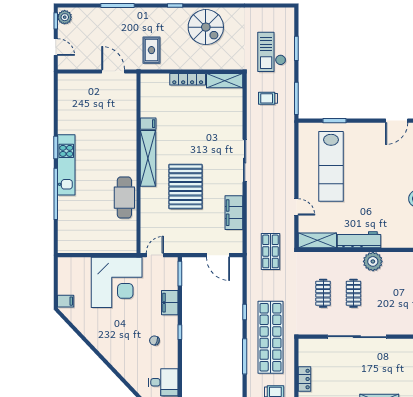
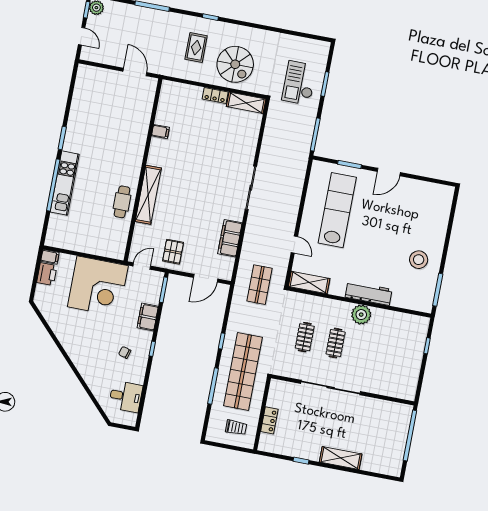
spiral stairs: (206, 27) -> (235, 64), moved
rug: (151, 50) -> (196, 48), moved
locker: (188, 79) -> (215, 96), width x0.66
trolley: (268, 98) -> (287, 129), removed
door: (397, 121) -> (389, 172), moved
shelving: (148, 158) -> (148, 195), moved
kitchen unit: (66, 165) -> (65, 183), moved
lab bench: (331, 166) -> (337, 210), turned 180
pallet: (186, 187) -> (173, 252), moved, width x0.49, depth x0.50
cafe table: (124, 198) -> (122, 202), width x0.73, depth x0.74
workbench: (359, 240) -> (369, 293), moved
door: (218, 255) -> (206, 278), hinge flipped
printer: (66, 280) -> (47, 274), added
filing cabinet: (66, 301) -> (50, 257), moved

